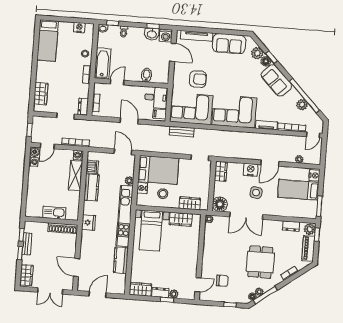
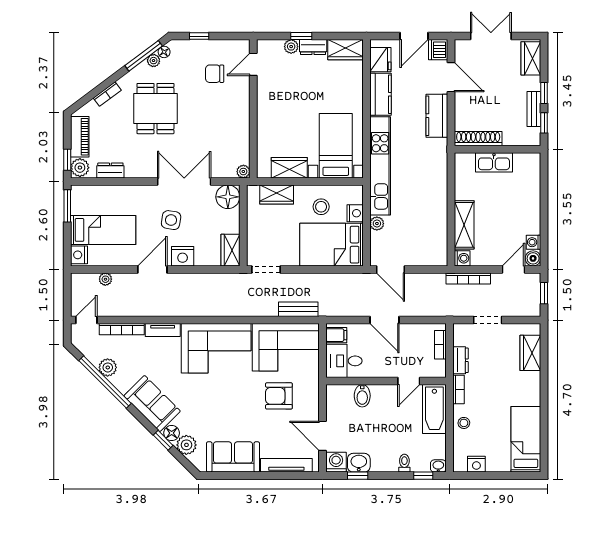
dresser: (83, 107) -> (460, 360), moved
dishwasher: (92, 167) -> (438, 50), moved
kitchen counter: (92, 187) -> (437, 116), moved
fridge: (89, 223) -> (380, 60), moved, turned 180

